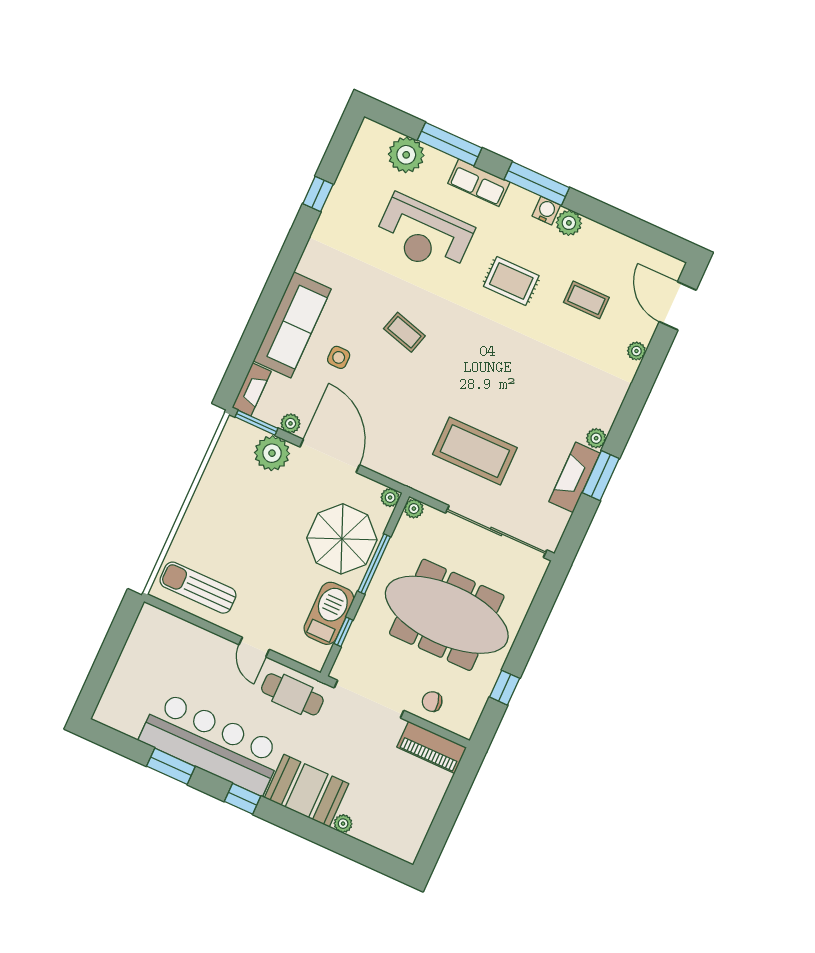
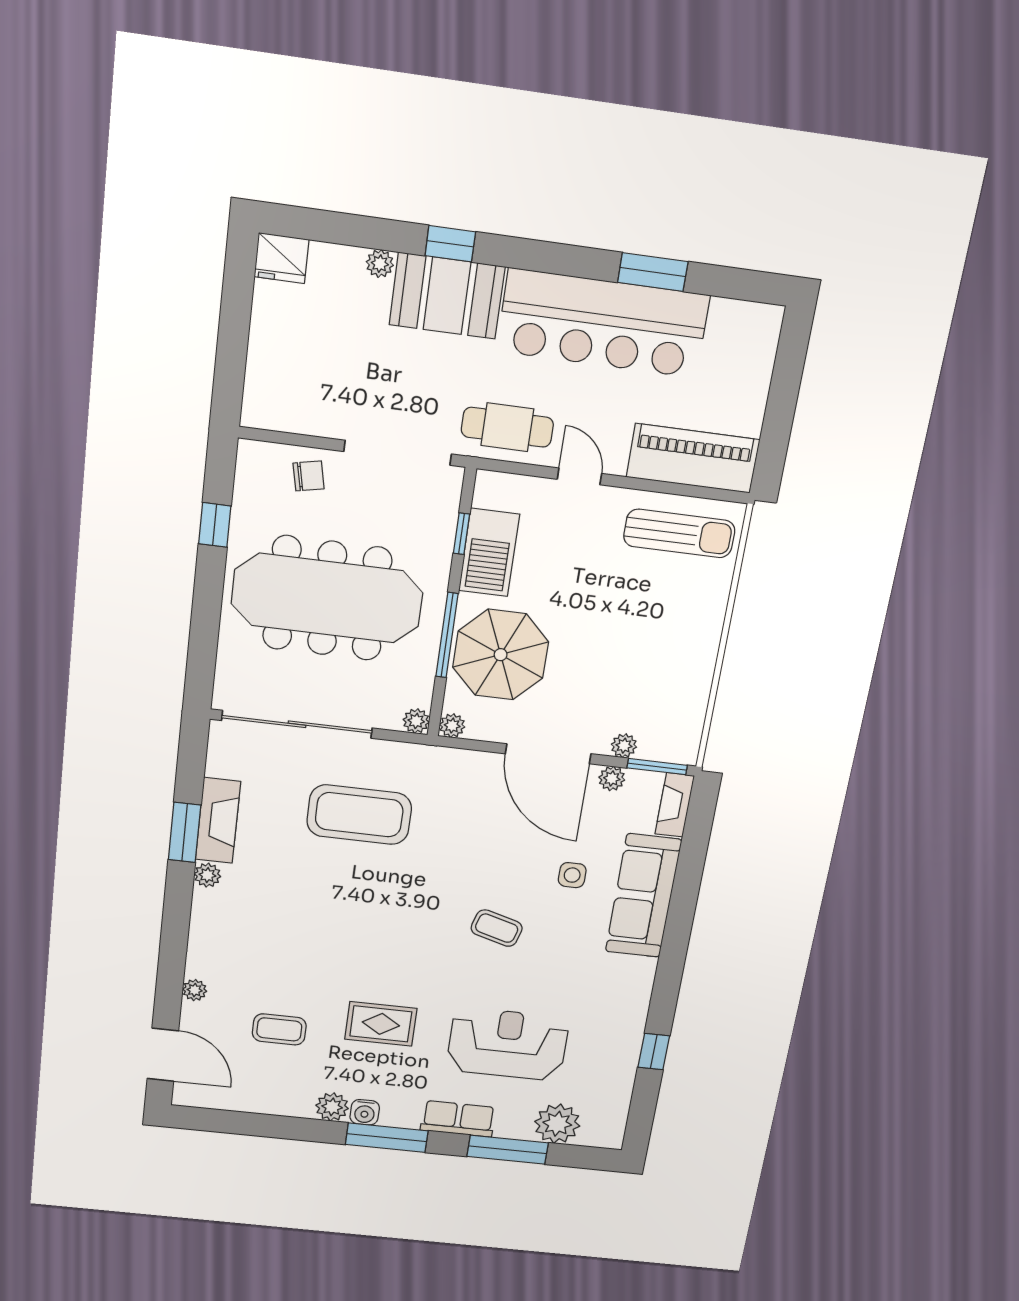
plant: (272, 453) -> (624, 746), width x0.53, depth x0.53
piano: (432, 747) -> (693, 458), moved, width x1.37, depth x1.33
window: (243, 799) -> (450, 244), moved
fridge: (404, 845) -> (282, 258), added

